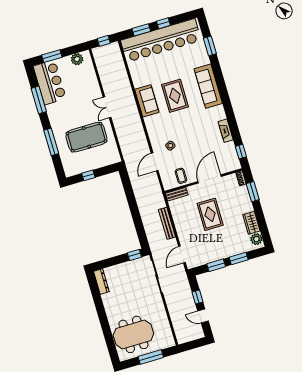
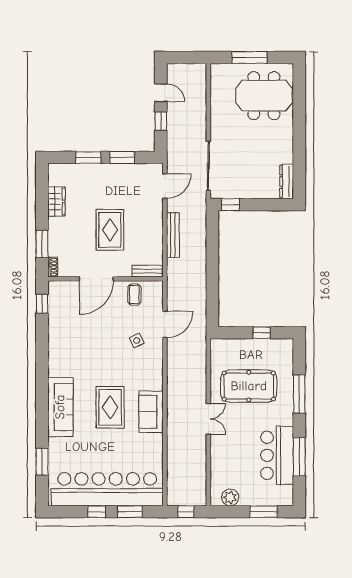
bar counter: (50, 82) -> (277, 455), moved
fireplace: (226, 131) -> (55, 339), removed
plant: (256, 239) -> (56, 177), removed

